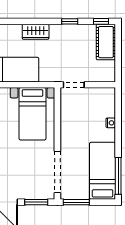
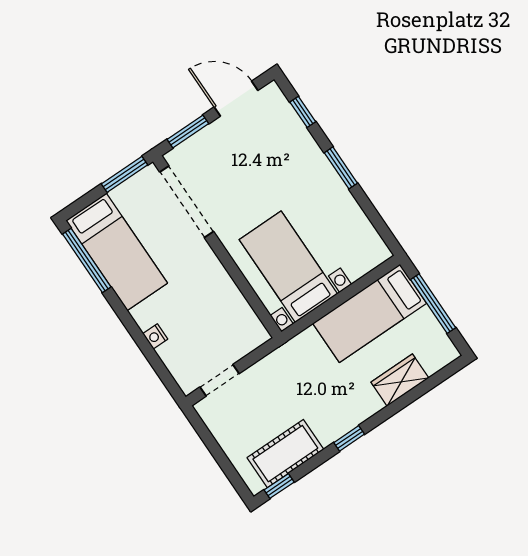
window: (70, 21) -> (349, 438), moved
wardrobe: (36, 32) -> (400, 380), moved
cot: (106, 42) -> (285, 454), moved, turned 90
doorway: (74, 85) -> (220, 380), moved

